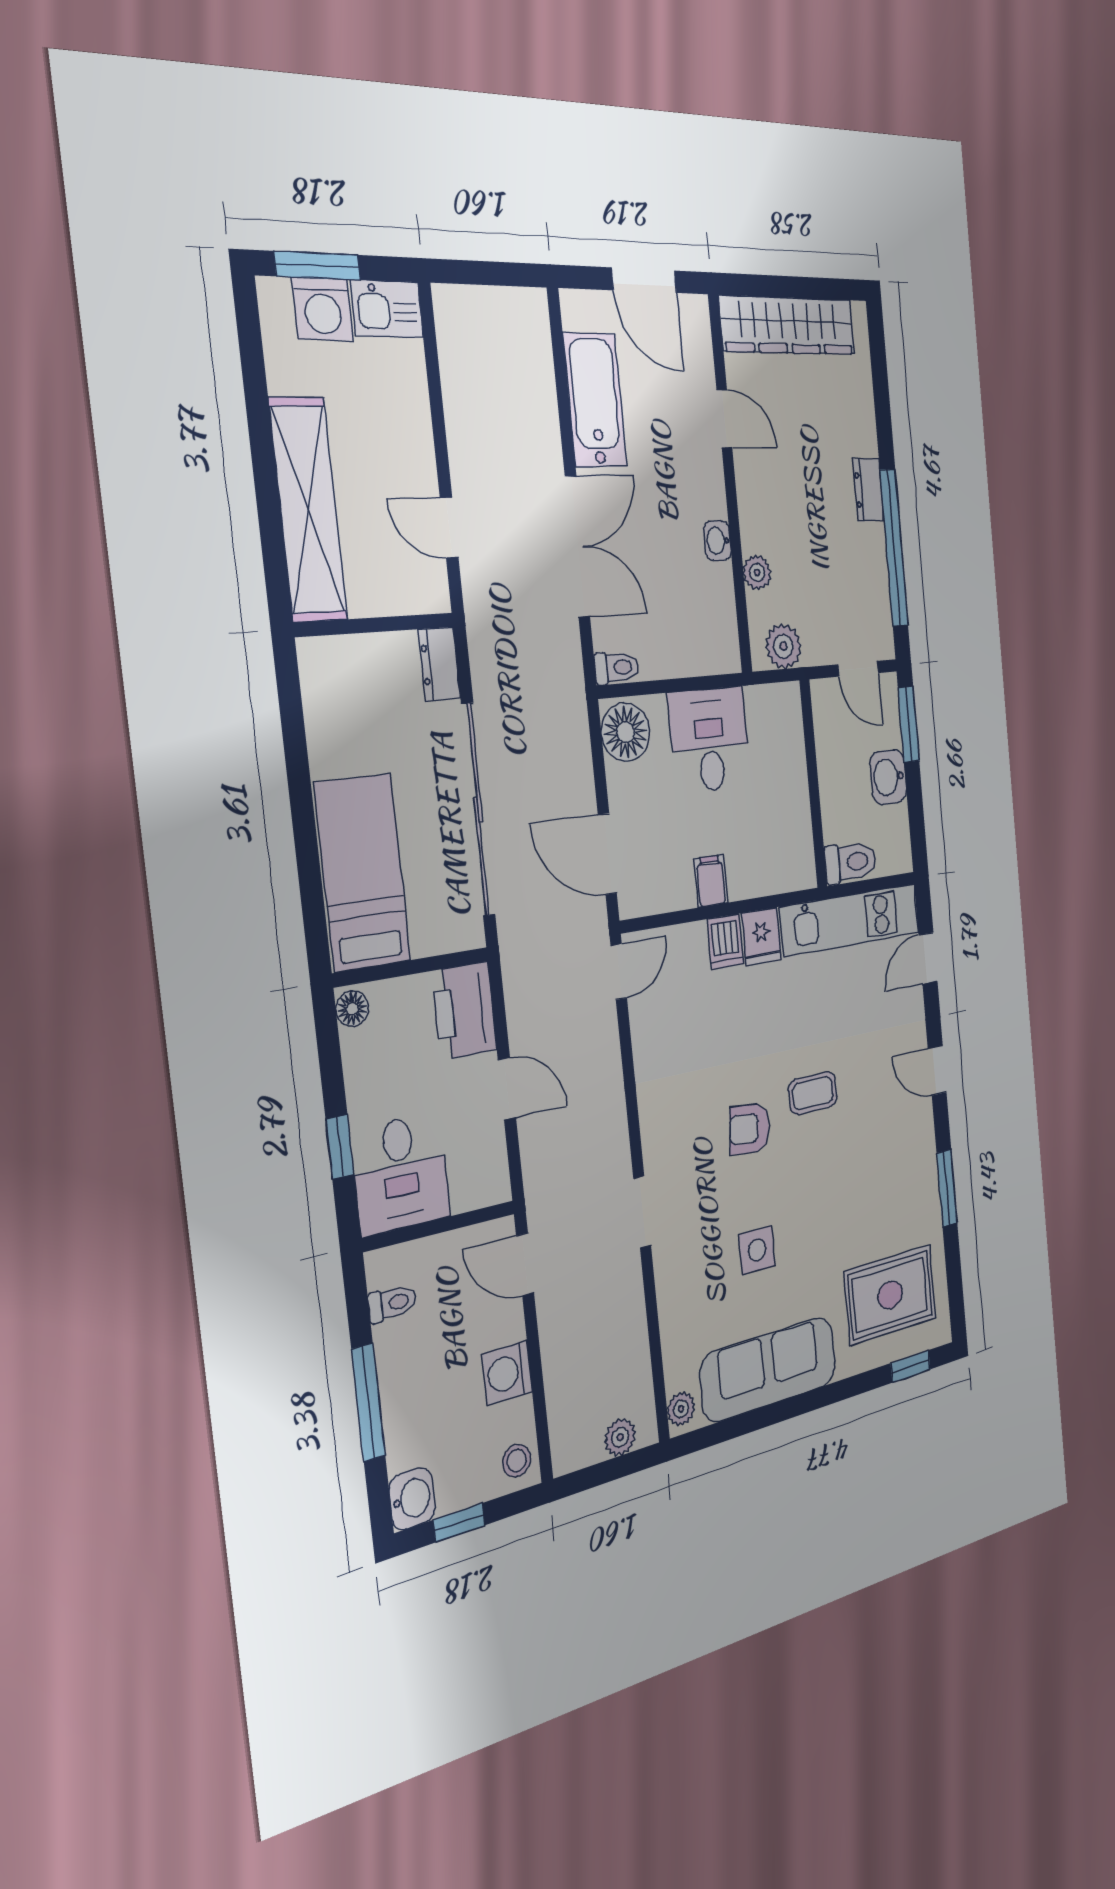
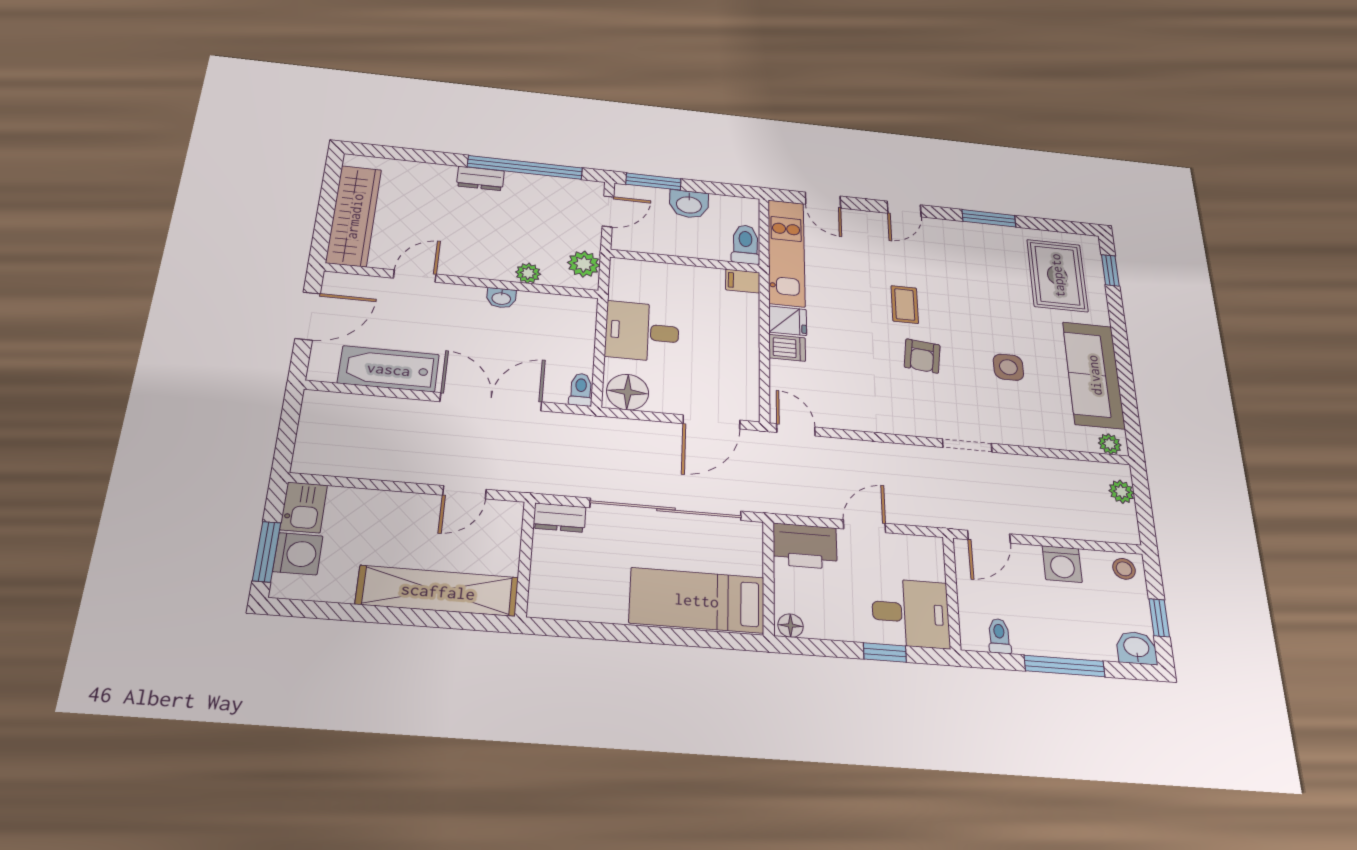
filing cabinet: (711, 881) -> (743, 281), moved

